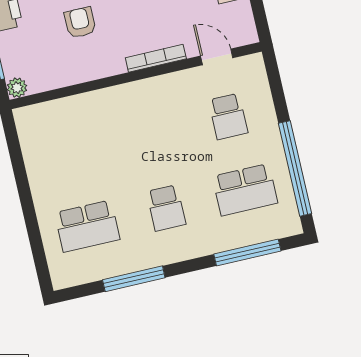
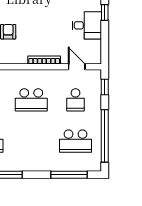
window: (275, 82) -> (105, 87), added
school desk: (166, 208) -> (31, 100), moved, width x1.85

